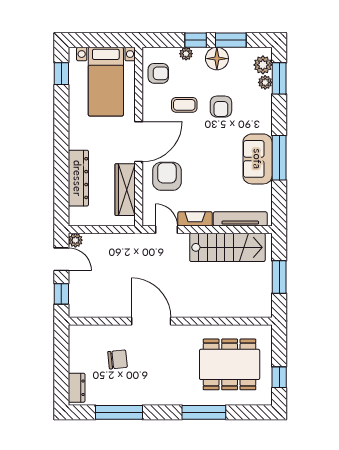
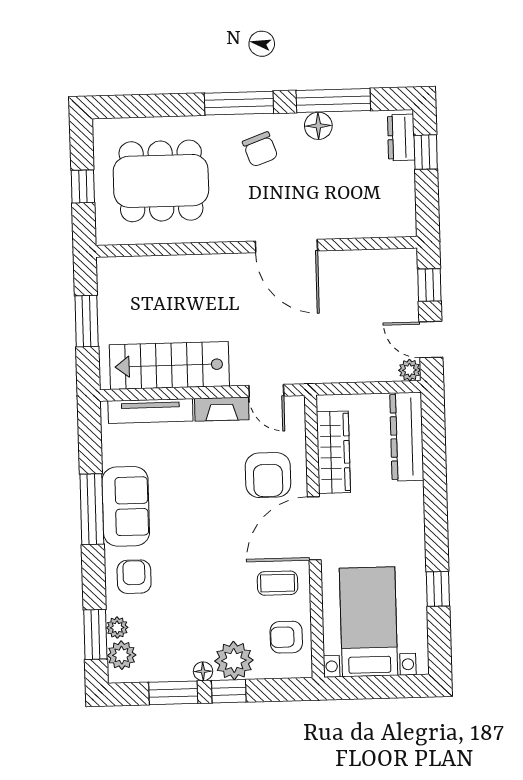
plant: (186, 54) -> (234, 661), width x1.87, depth x1.87
floor lamp: (217, 59) -> (203, 671), width x0.53, depth x0.53
window: (61, 74) -> (438, 589), moved
coffee table: (184, 105) -> (278, 583), moved
armchair: (221, 107) -> (134, 577), moved
dresser: (78, 178) -> (407, 437), moved
chair: (118, 359) -> (260, 149), moved, turned -104
window: (279, 377) -> (83, 186), moved
window: (61, 378) -> (426, 152), added
floor lamp: (129, 397) -> (318, 126), added
window: (204, 412) -> (239, 103), moved

